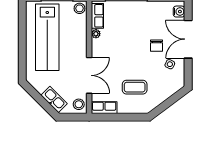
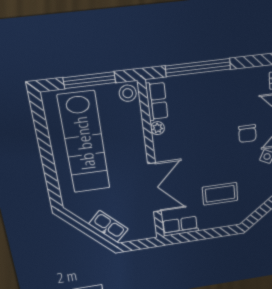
stool: (79, 104) -> (145, 227), removed

